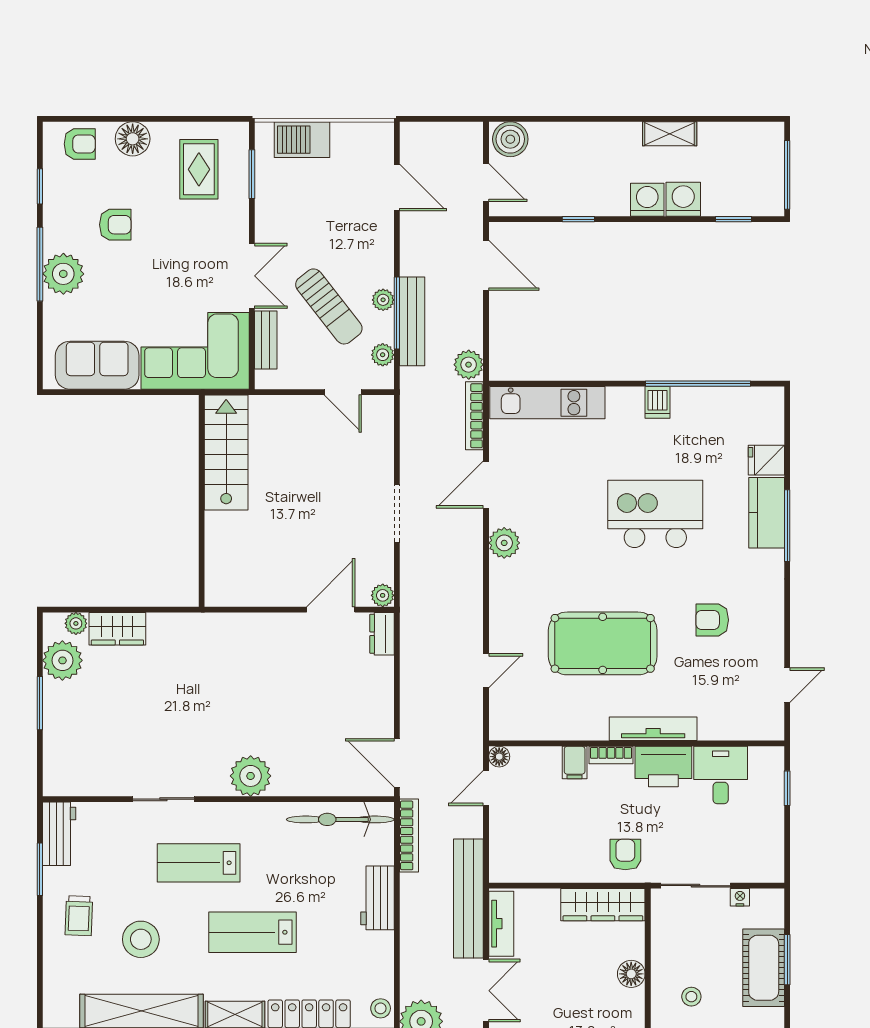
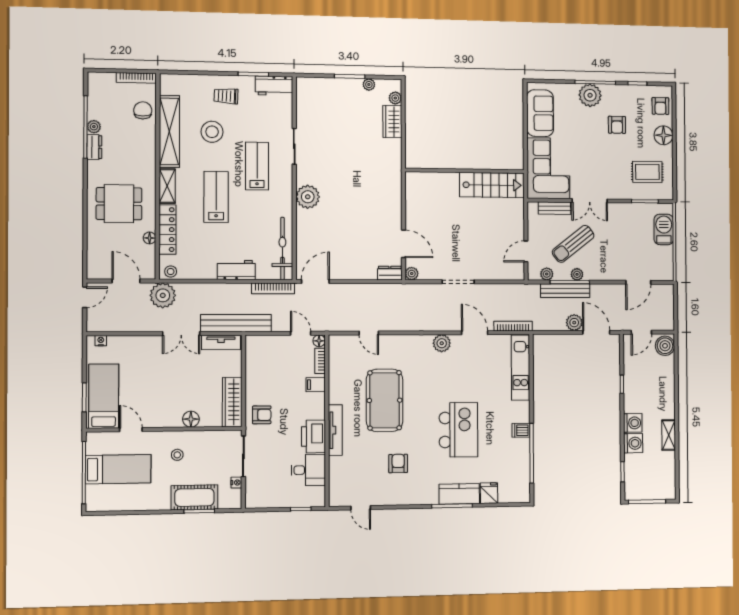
door: (486, 265) -> (596, 332), swing flipped
plant: (469, 365) -> (574, 323), moved
plant: (62, 660) -> (369, 85), width x0.53, depth x0.53
bookcase: (611, 755) -> (320, 361), moved

